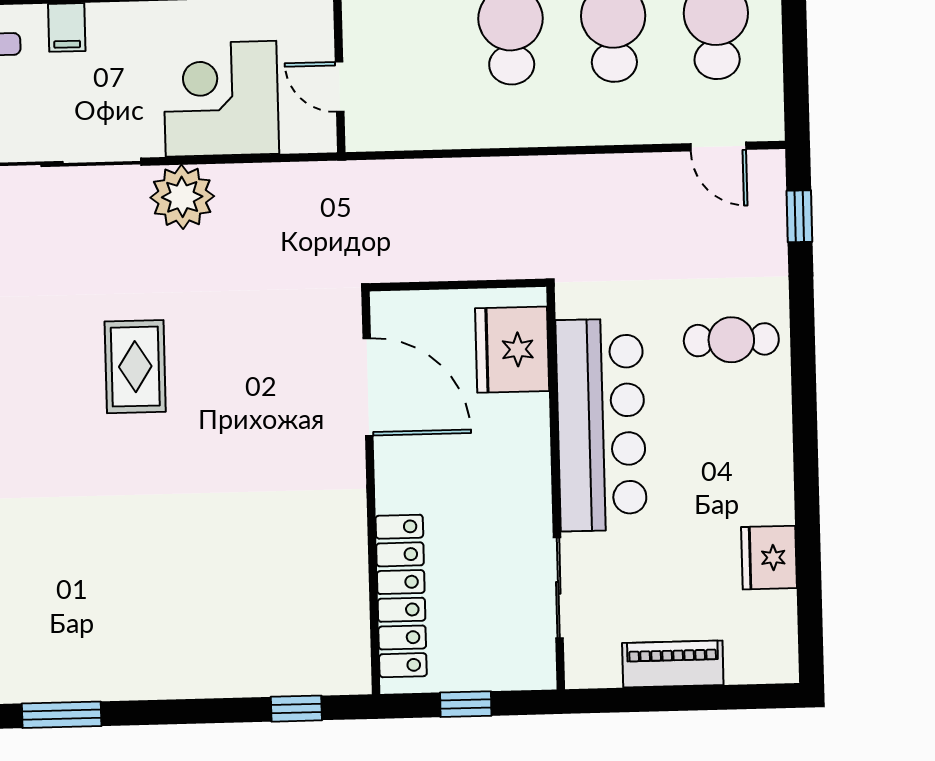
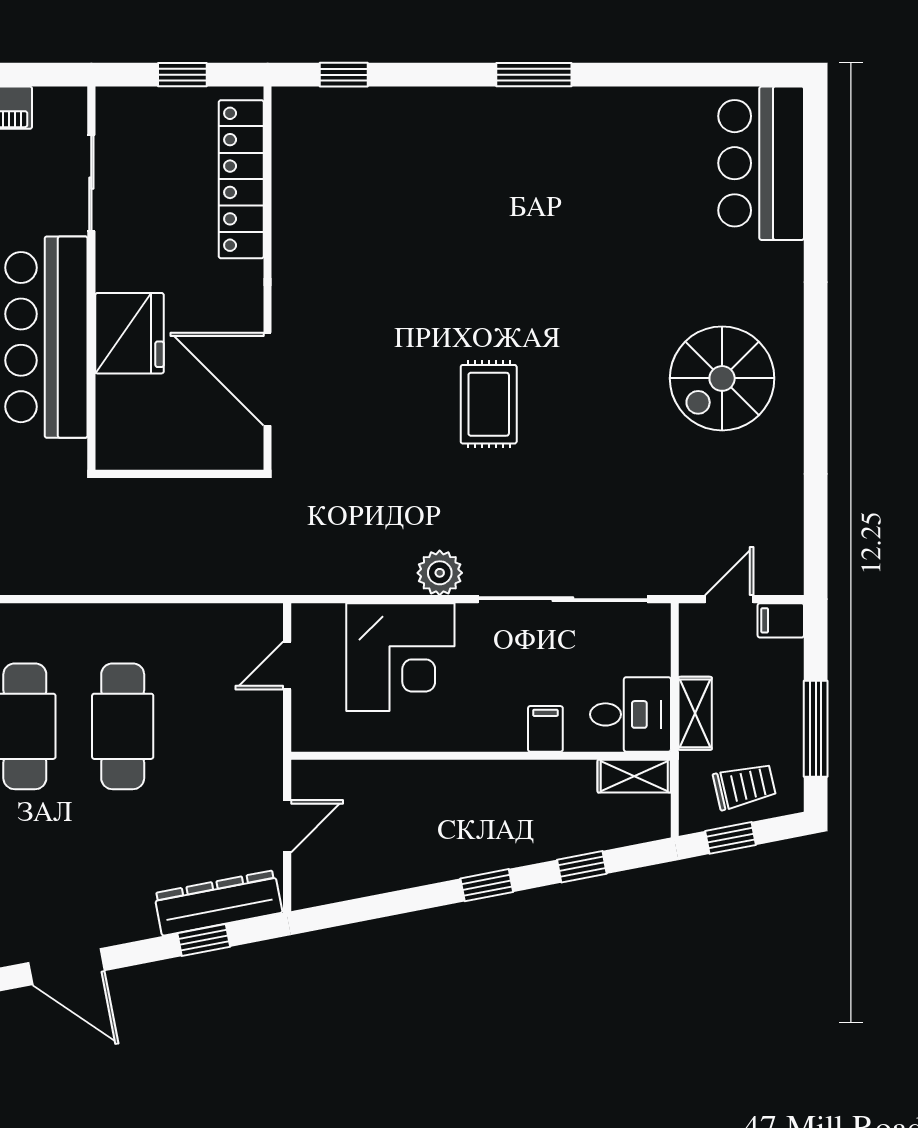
door: (340, 87) -> (287, 666), swing flipped
plant: (182, 197) -> (440, 573), width x0.73, depth x0.73
fridge: (512, 350) -> (129, 333), moved
window: (62, 715) -> (534, 75), moved

